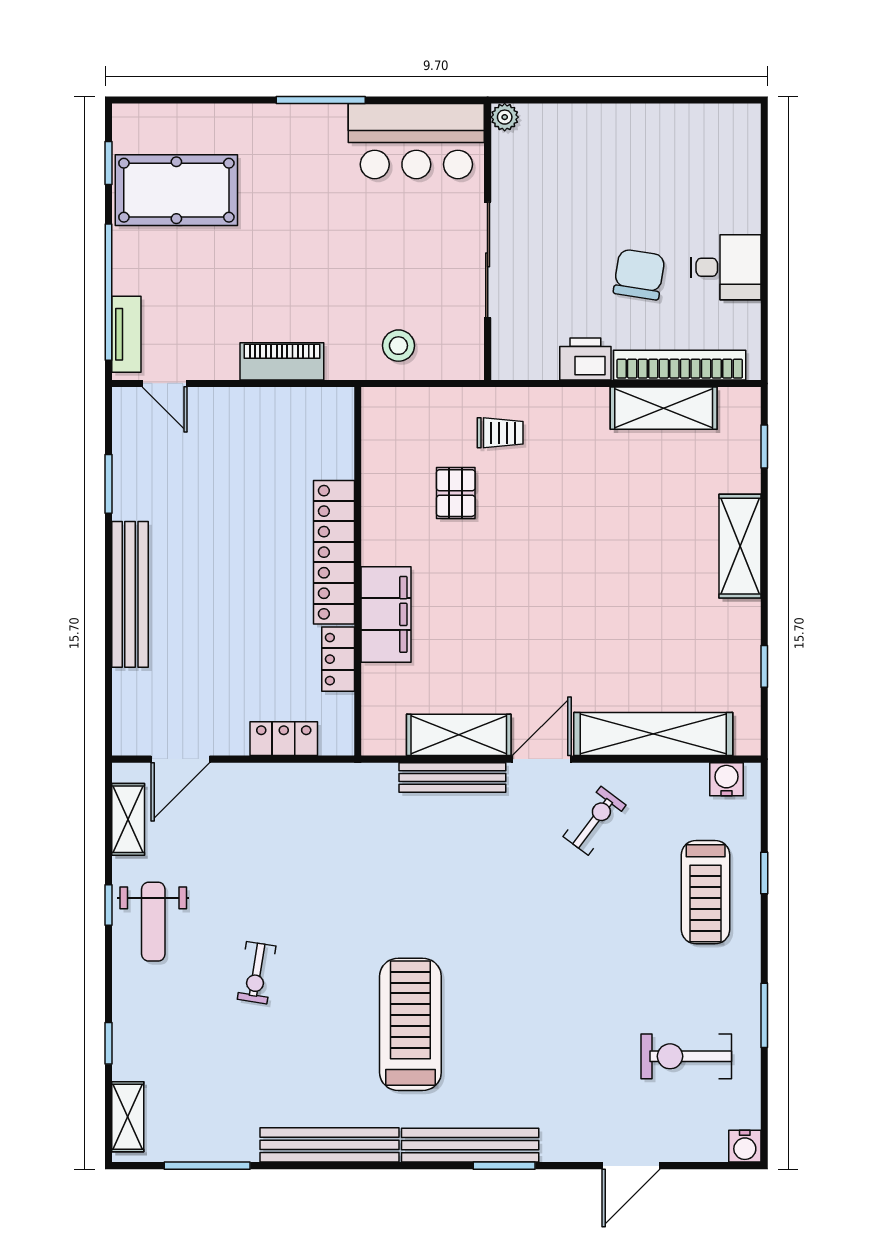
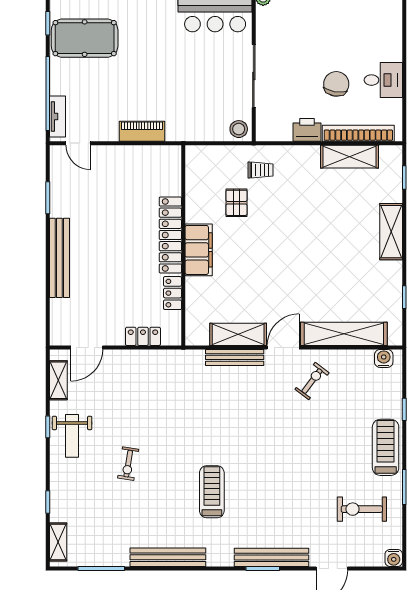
stool: (398, 346) -> (239, 129), moved
filing cabinet: (386, 614) -> (199, 250), moved
treadmill: (706, 892) -> (386, 447), moved, turned 180
treadmill: (410, 1024) -> (212, 492), width x0.73, depth x0.73
bench: (470, 1145) -> (271, 557), moved

